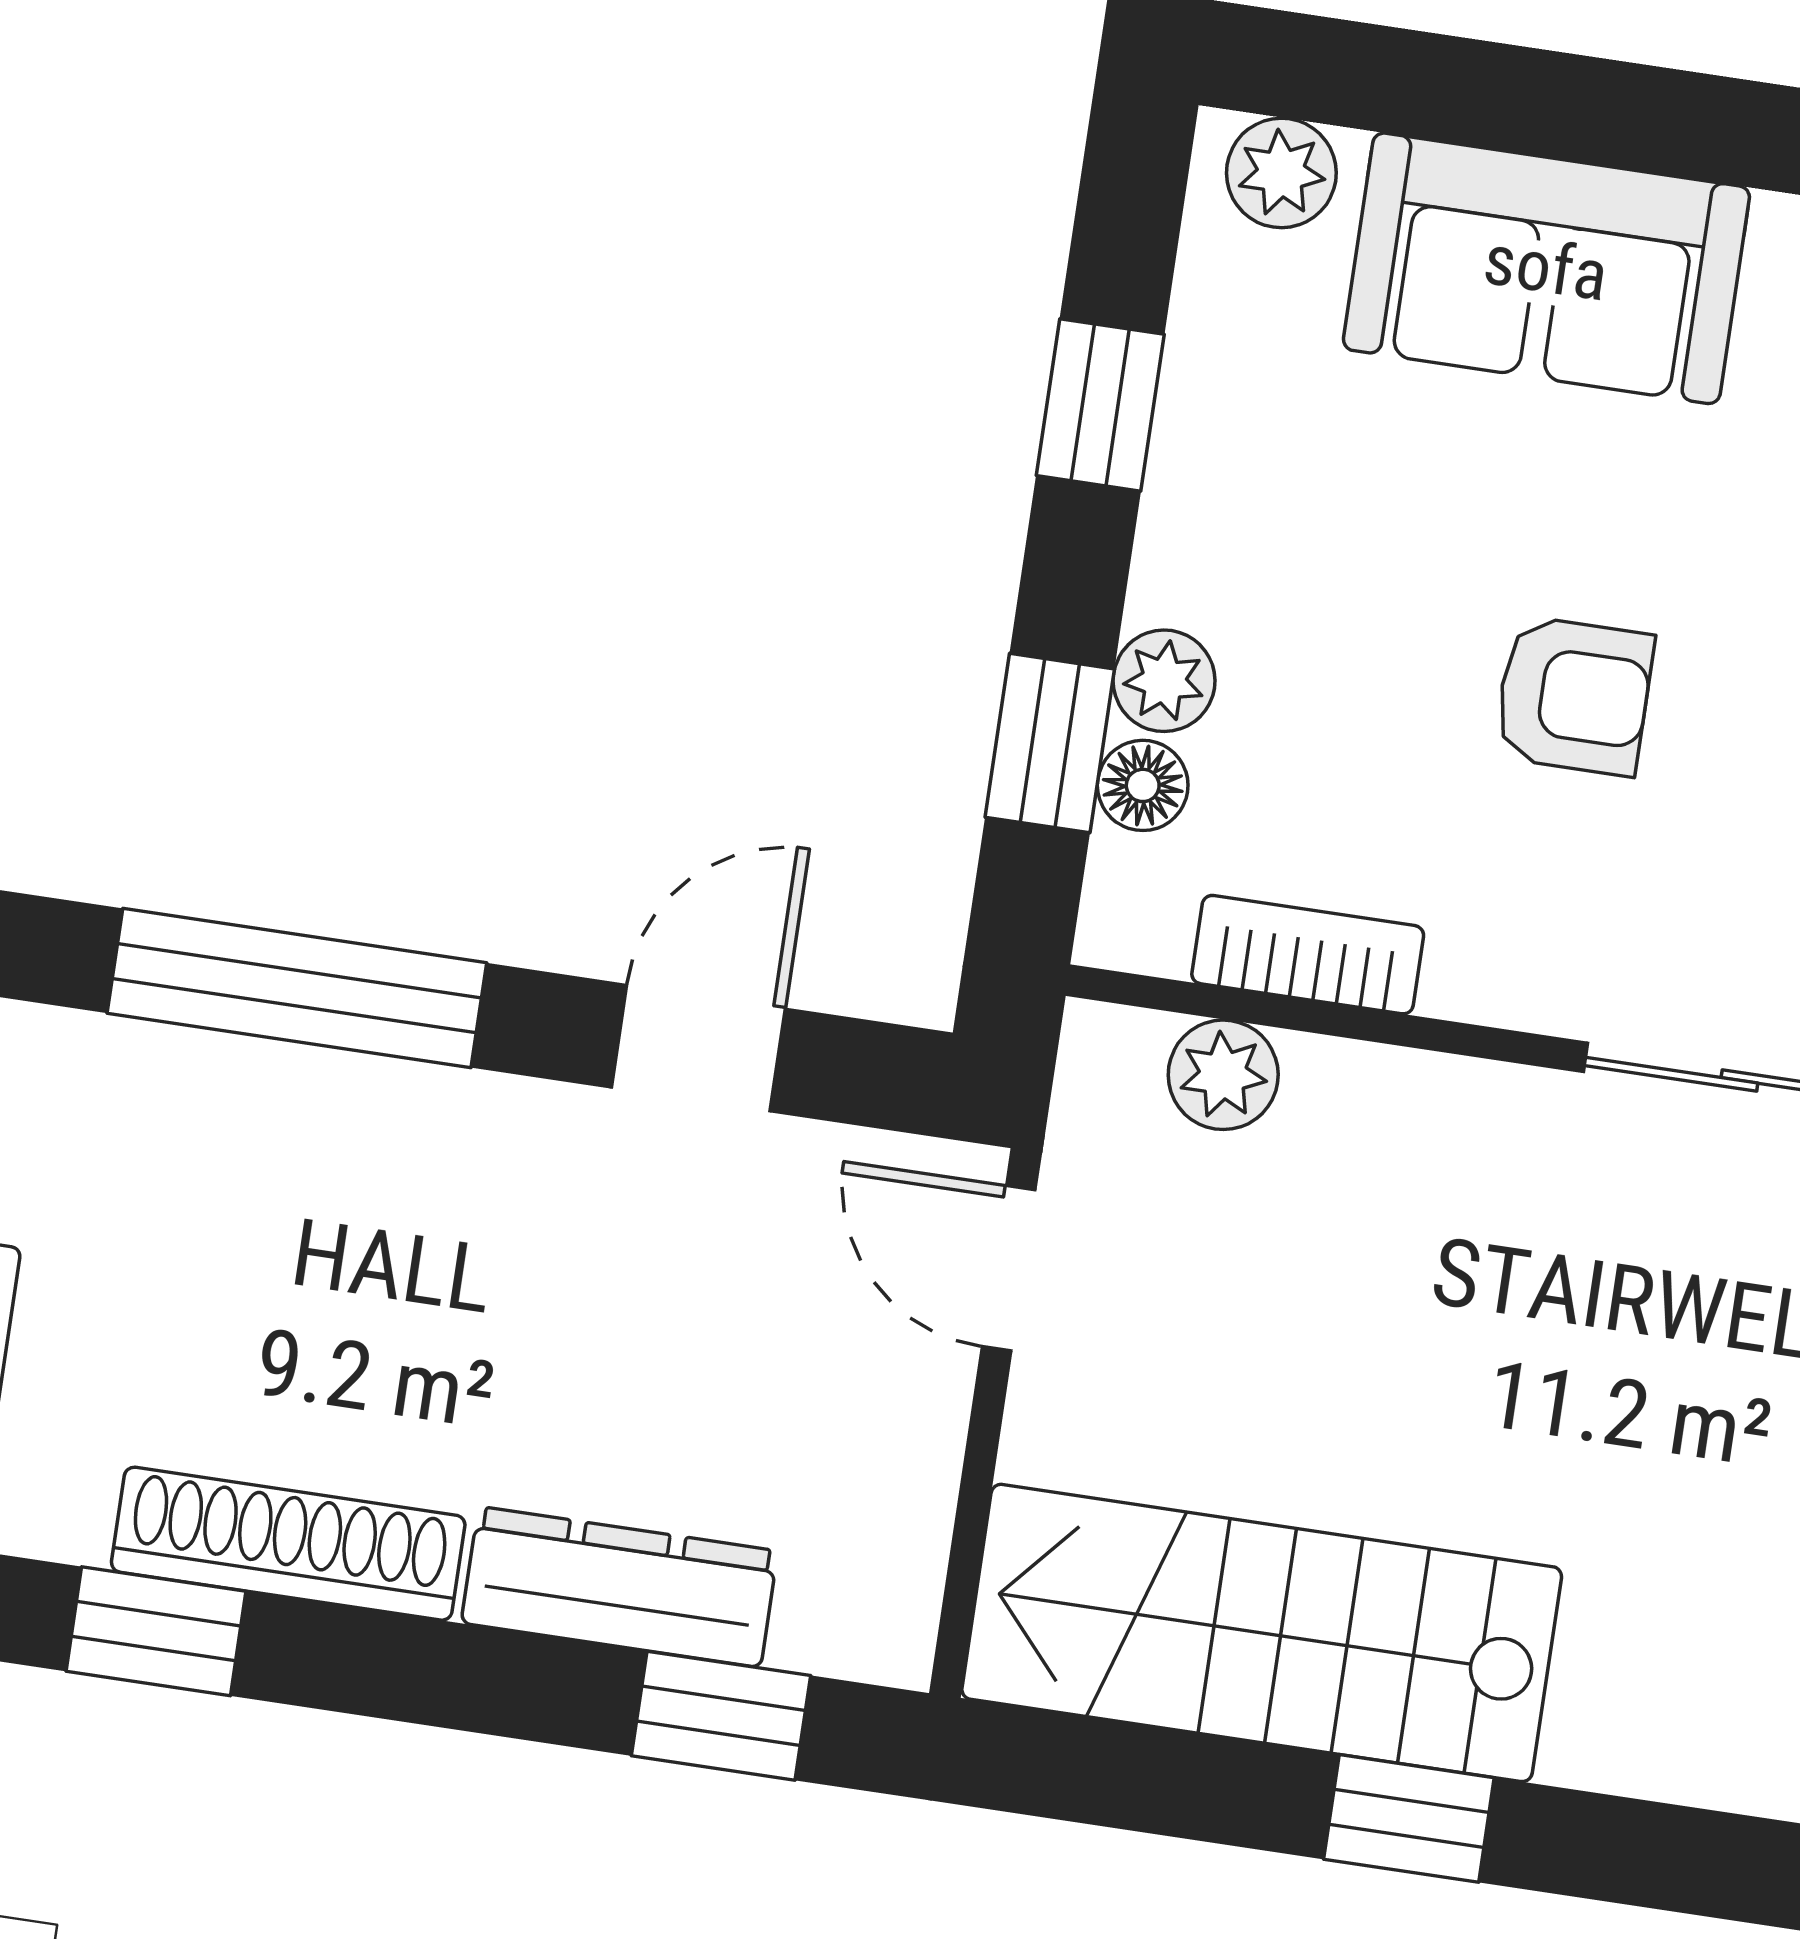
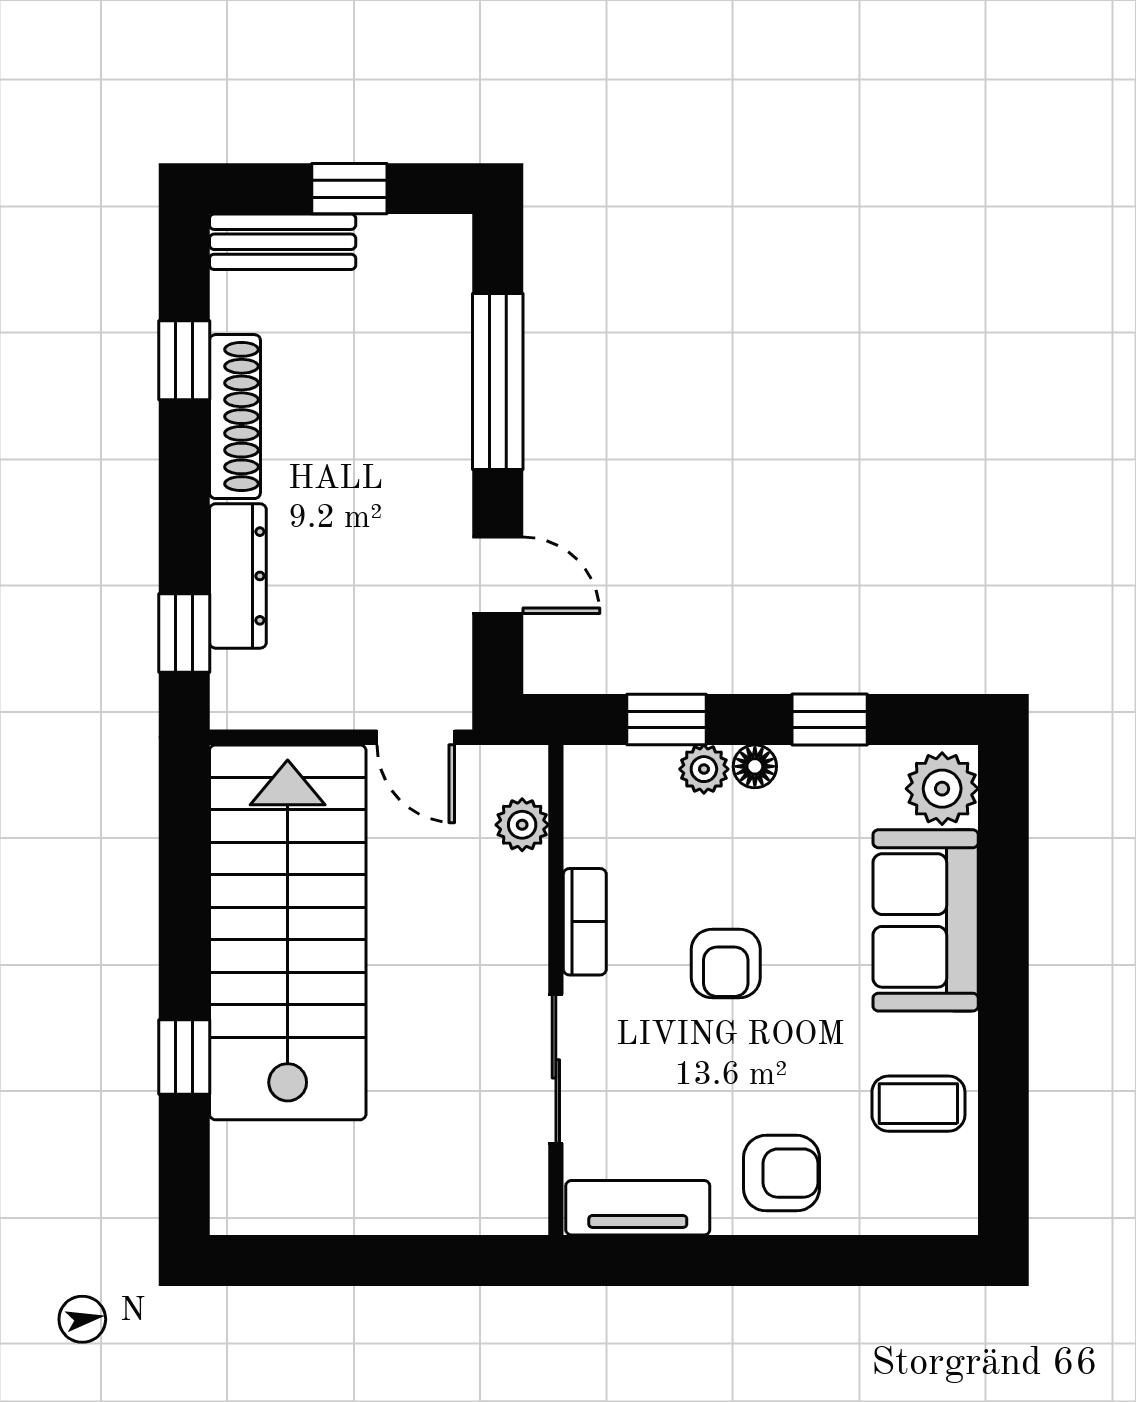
plant: (1281, 173) -> (942, 789), width x1.38, depth x1.38
floor lamp: (1143, 785) -> (755, 766), moved
bookcase: (1308, 955) -> (585, 922), moved
door: (1009, 1268) -> (416, 737), swing flipped
stairs: (1262, 1633) -> (288, 932), width x1.36, depth x1.51
window: (1409, 1818) -> (184, 1057), moved

